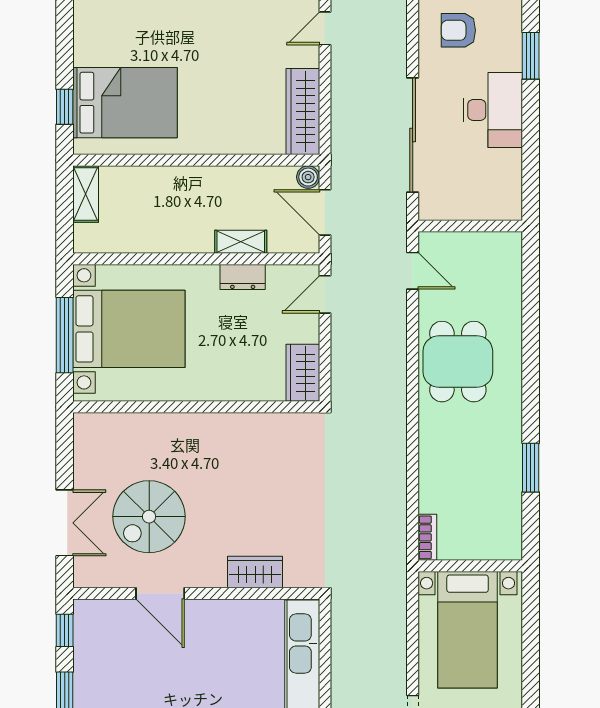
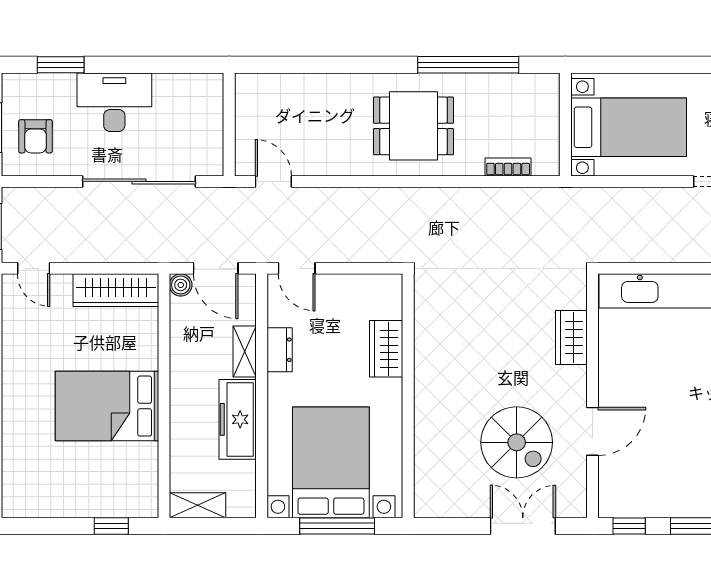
bed: (125, 103) -> (107, 406), moved, turned -90
door: (325, 212) -> (216, 268), hinge flipped
freezer: (172, 235) -> (238, 419), added
door: (413, 271) -> (273, 181), hinge flipped
dining table: (458, 362) -> (414, 126), moved
wardrobe: (303, 373) -> (386, 349), moved, turned 90
window: (531, 468) -> (468, 65), width x2.11
bookcase: (427, 537) -> (508, 167), moved

